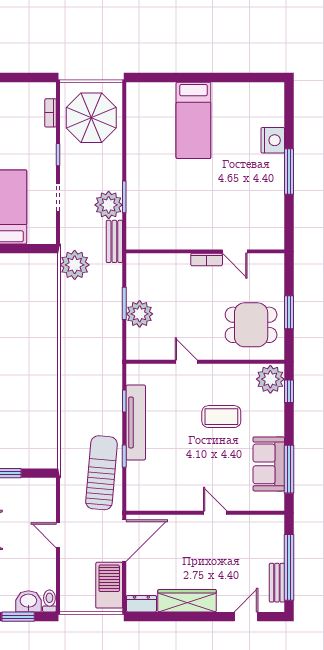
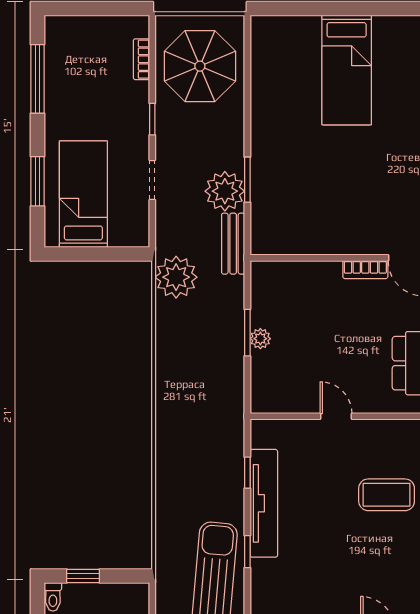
plant: (140, 314) -> (260, 339), width x0.53, depth x0.53

